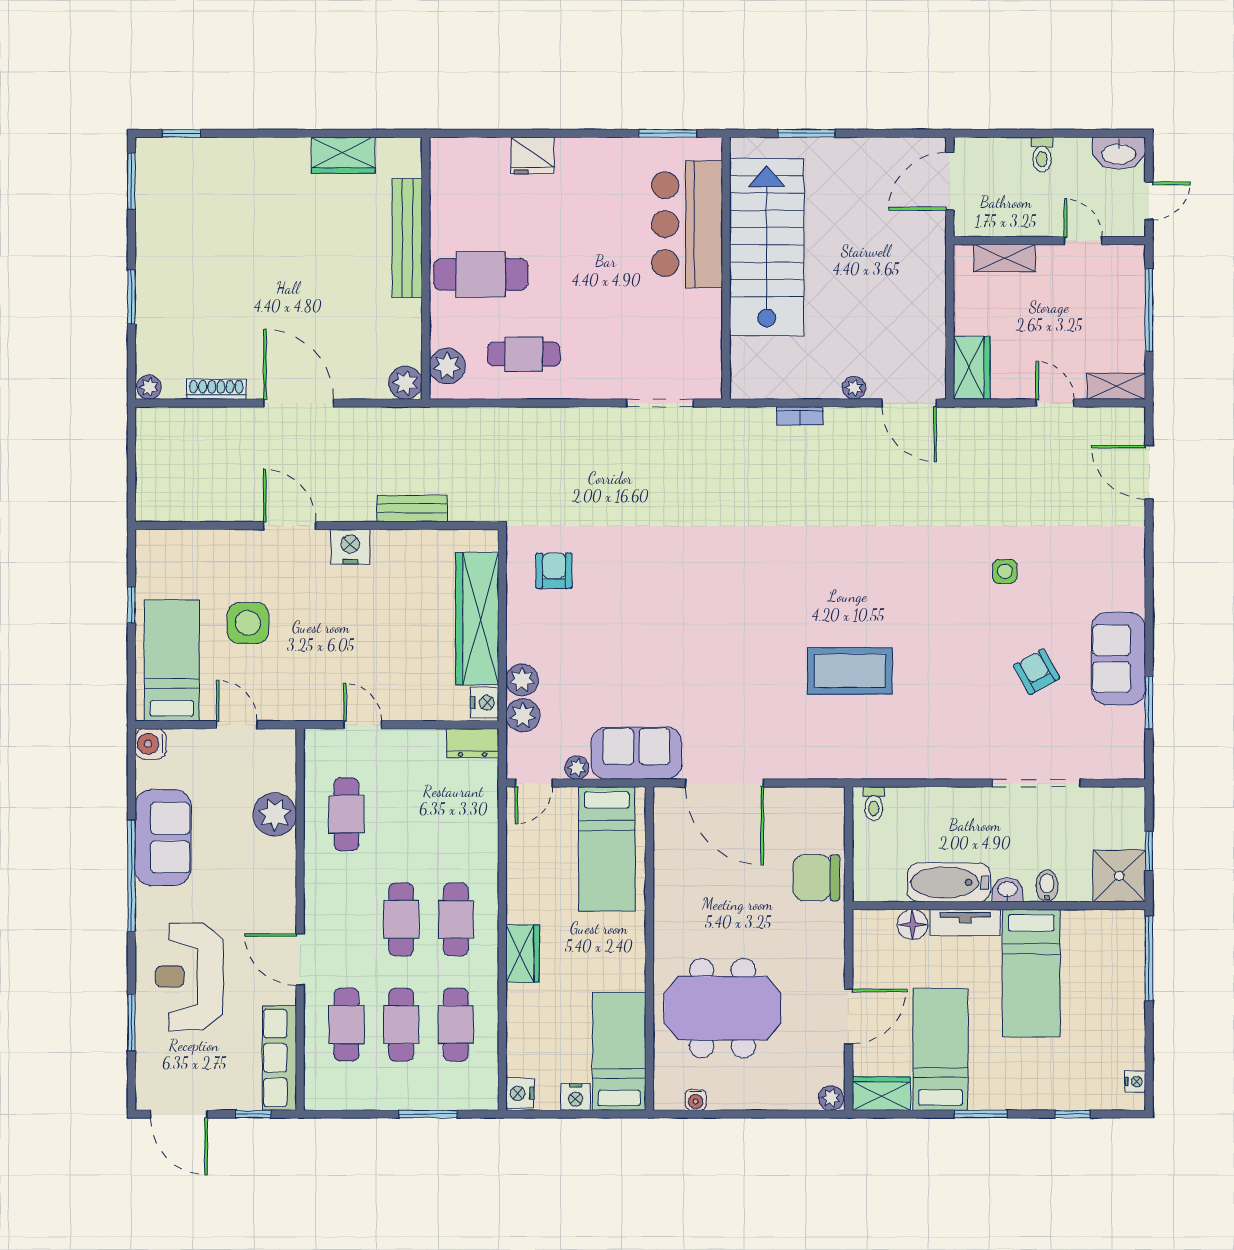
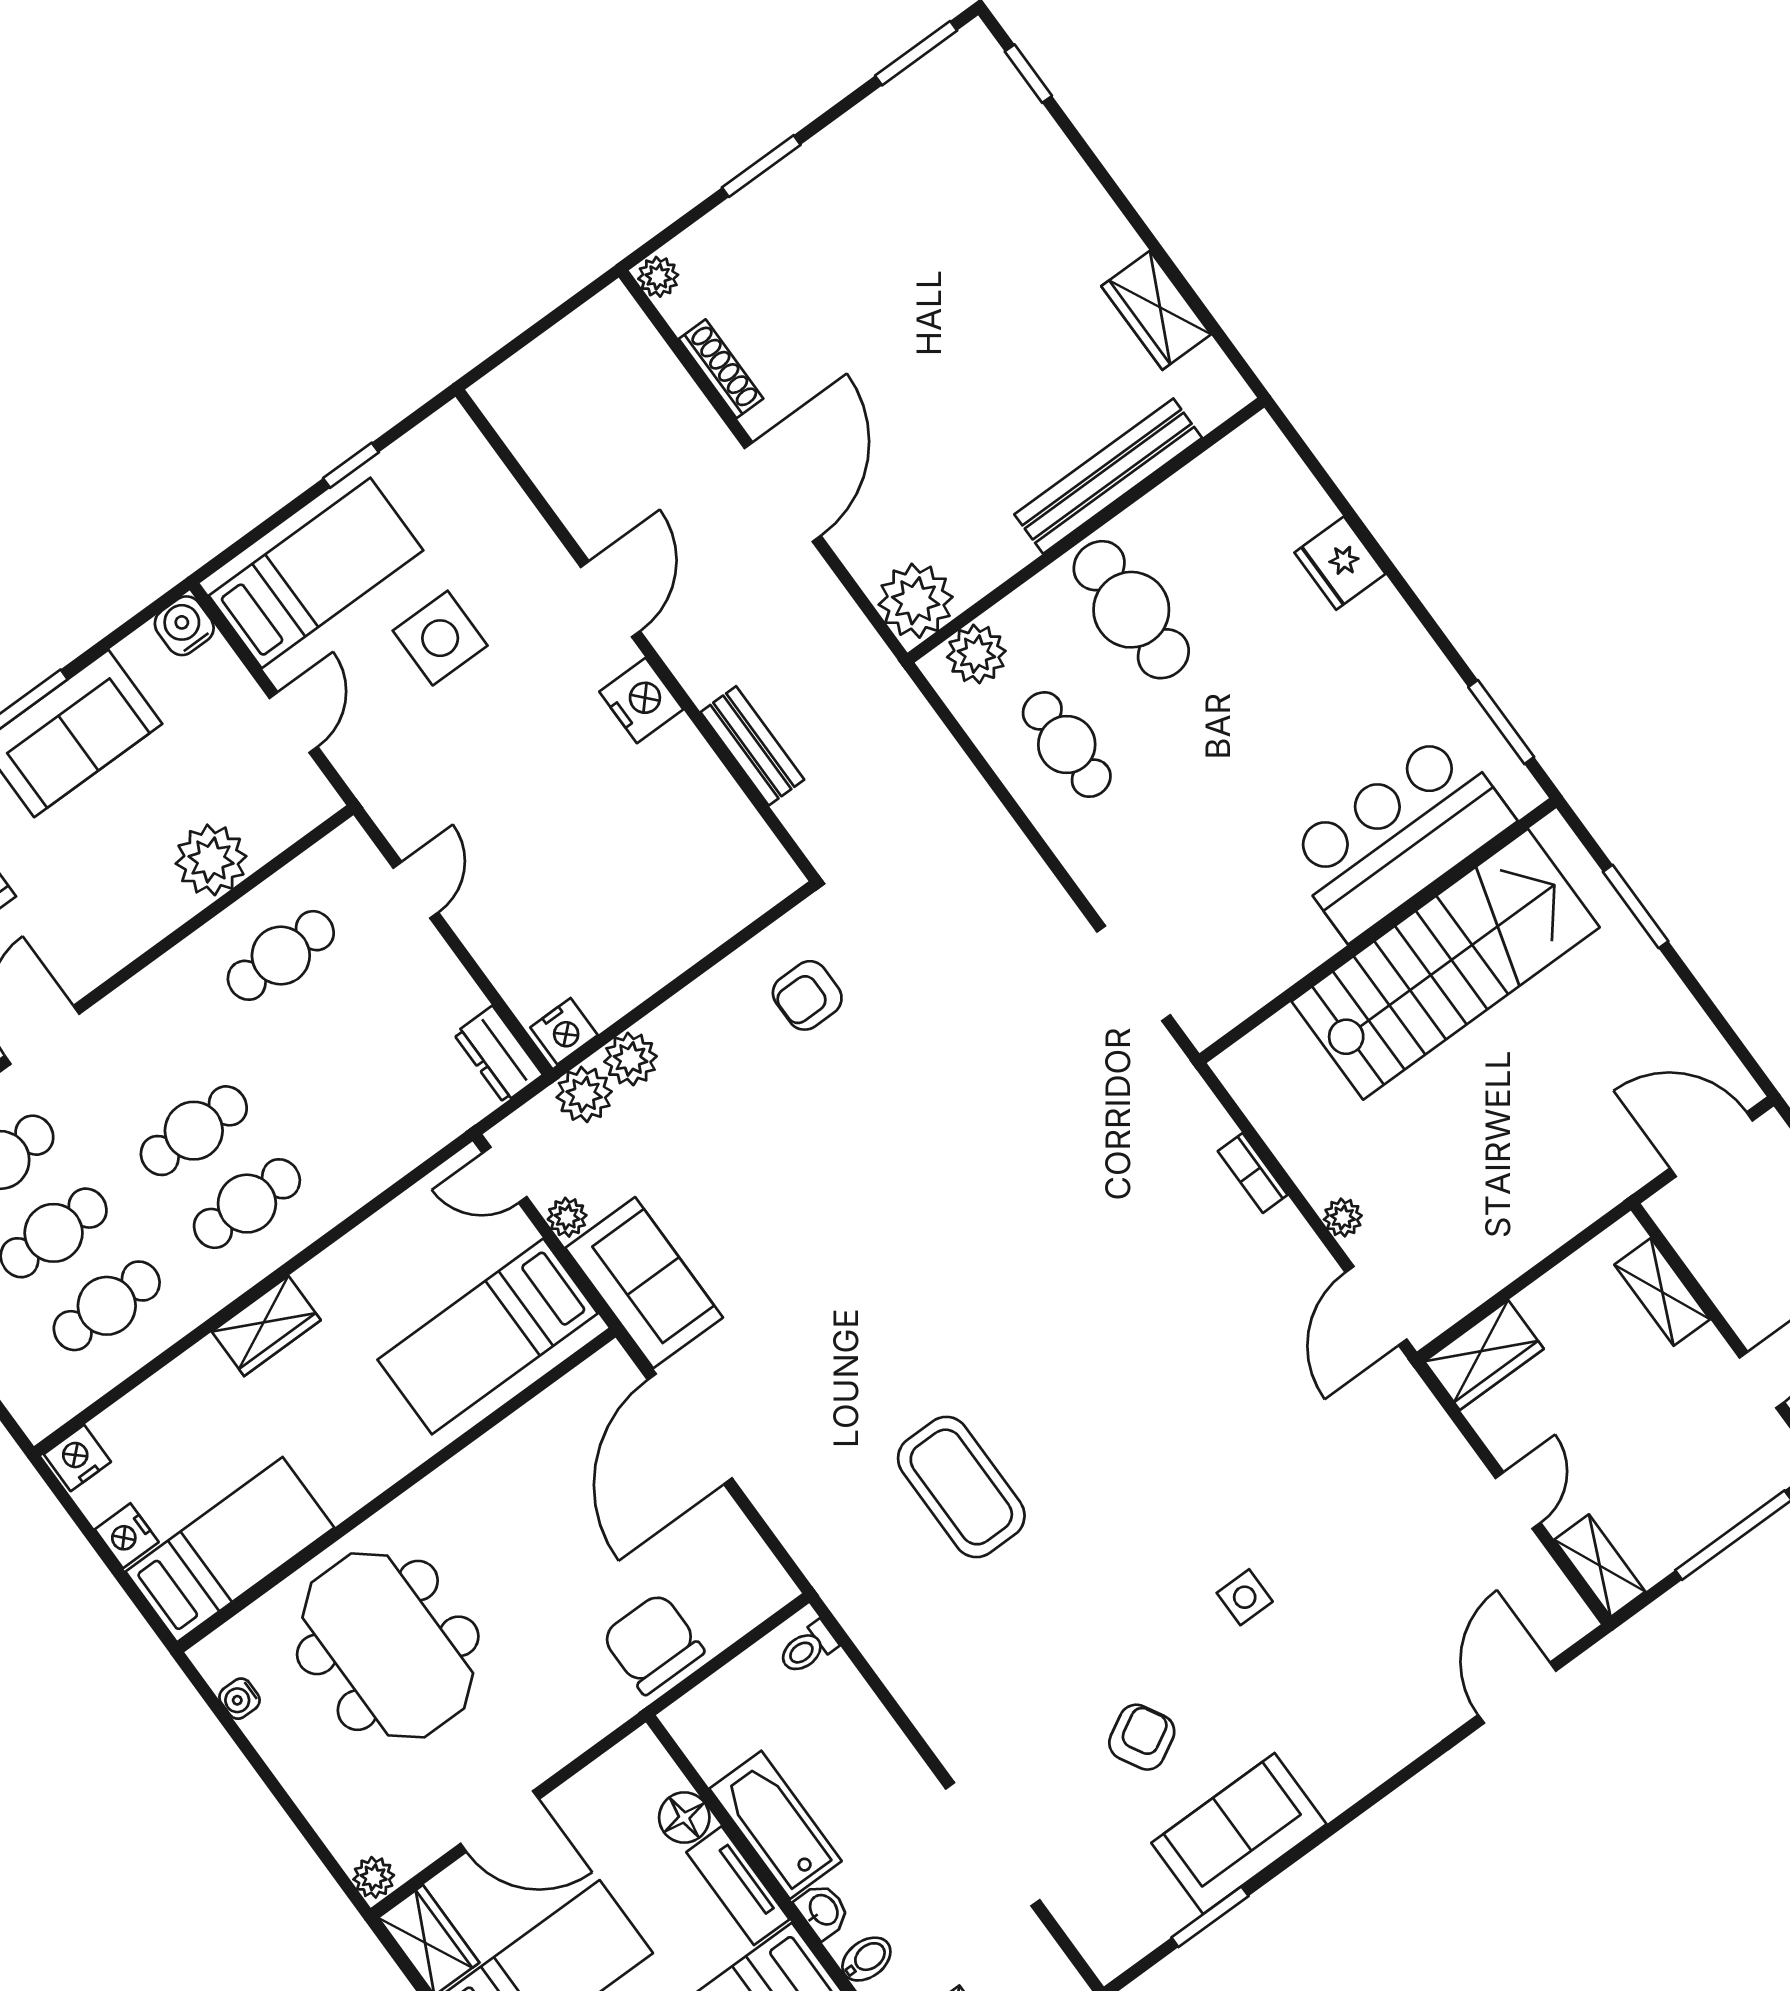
plant: (405, 383) -> (916, 601), width x1.36, depth x1.36
armchair: (554, 571) -> (807, 995), turned 180
wardrobe: (477, 619) -> (669, 940), removed

